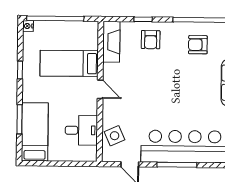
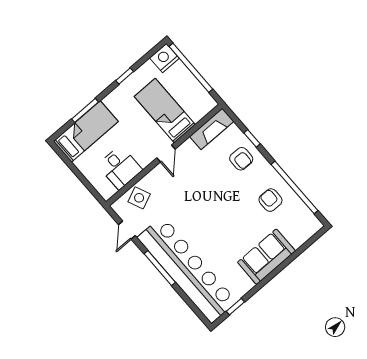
nightstand: (28, 26) -> (164, 58), width x1.89, depth x1.79
armchair: (151, 40) -> (241, 159), turned -90

